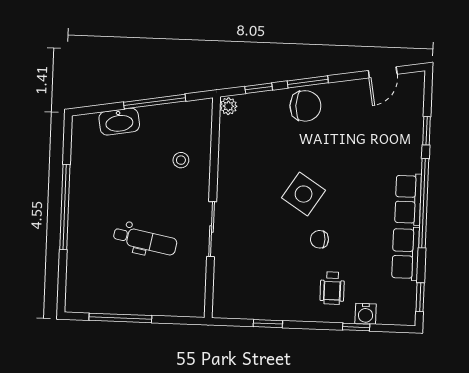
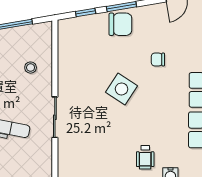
plant: (228, 106) -> (64, 27), removed
chair: (319, 239) -> (158, 59), moved

